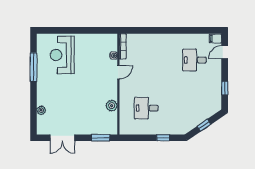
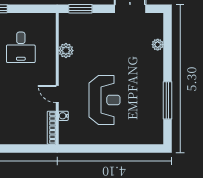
reception desk: (62, 55) -> (104, 100), moved
door: (118, 72) -> (57, 94), hinge flipped
desk: (146, 108) -> (21, 47), turned 90

